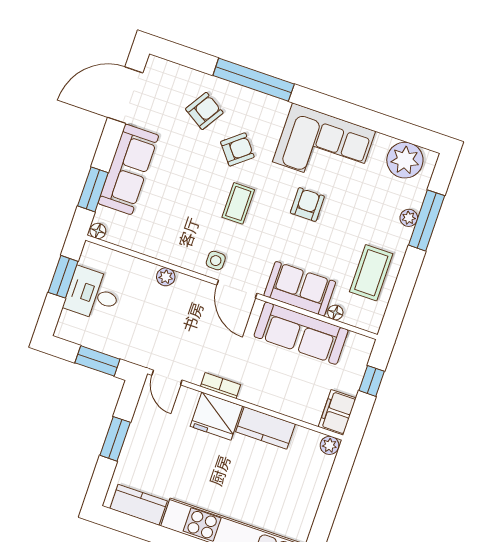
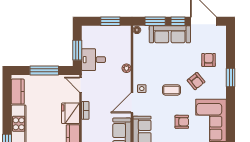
window: (254, 80) -> (231, 78), width x0.47
armchair: (204, 111) -> (209, 60), turned -122
window: (108, 145) -> (178, 21), added
desk: (93, 294) -> (93, 60), moved, turned -90
door: (167, 378) -> (81, 85), hinge flipped
window: (115, 439) -> (44, 70), width x1.44

